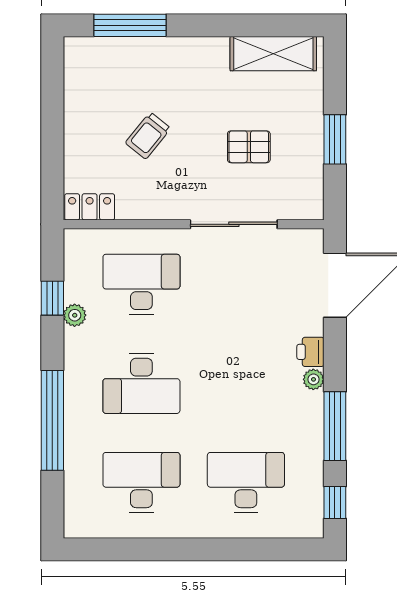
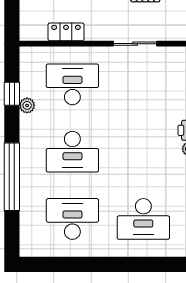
locker: (90, 207) -> (66, 32), moved
sliding door: (234, 224) -> (135, 44), width x0.73
desk: (246, 482) -> (143, 219), turned 180

